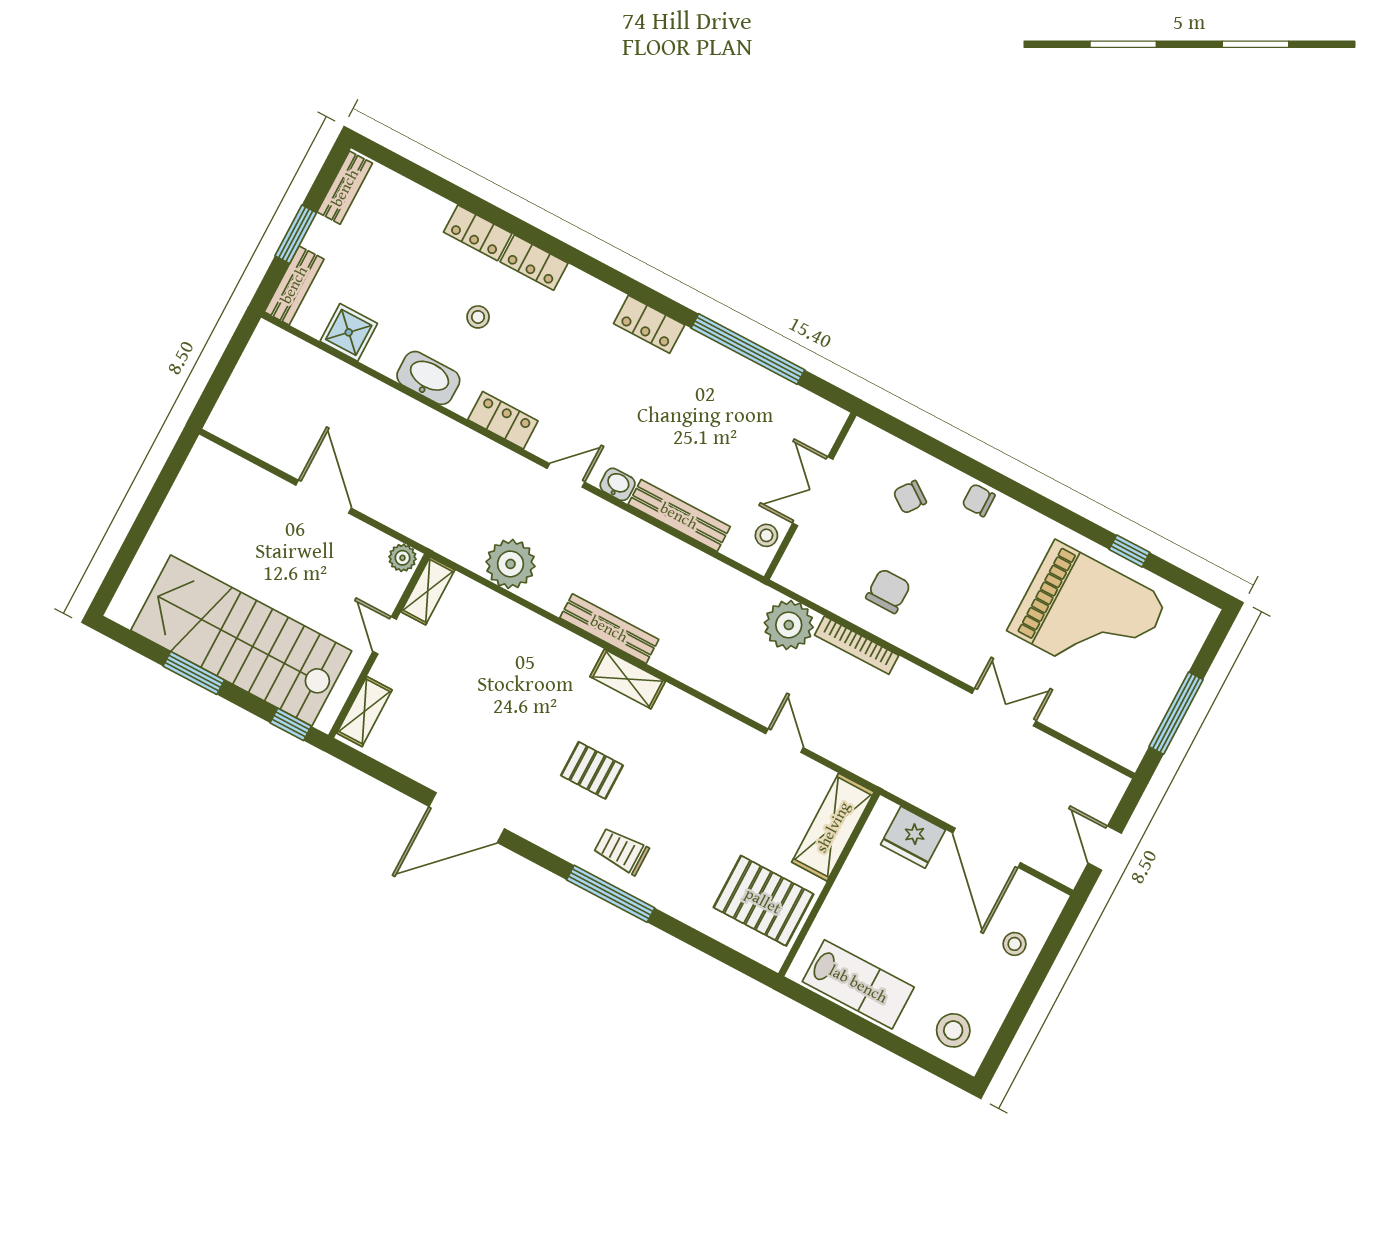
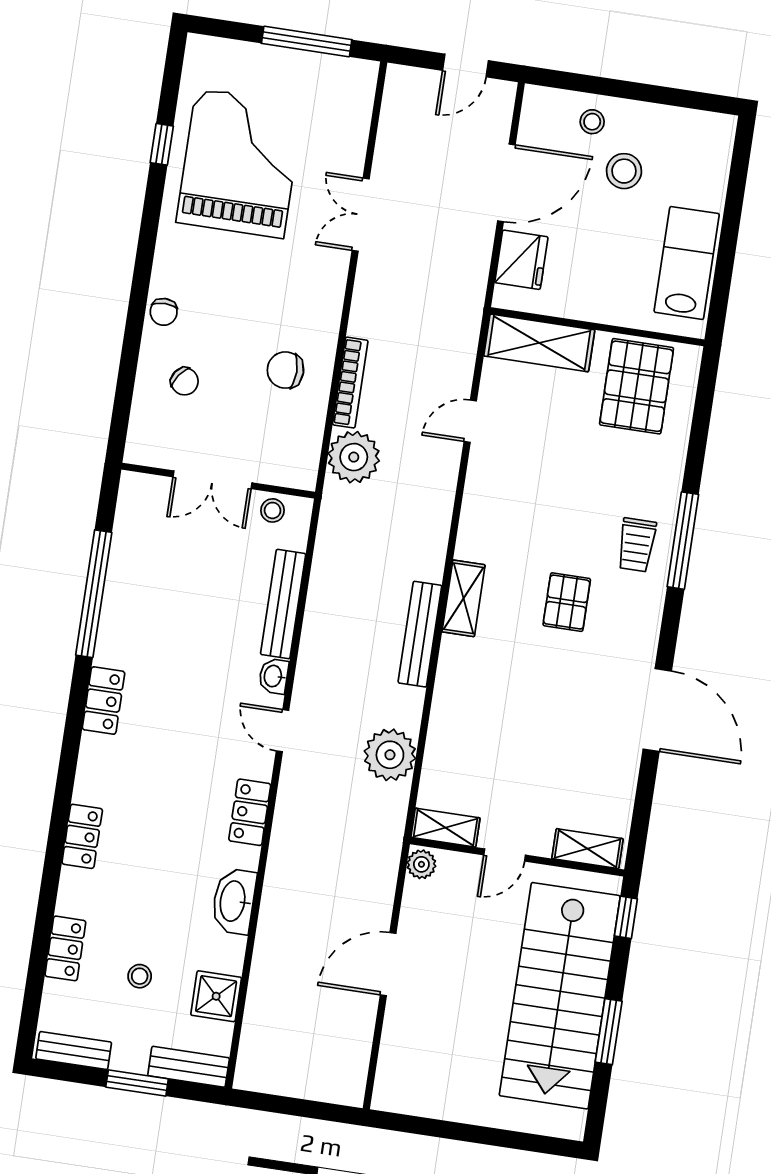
locker: (478, 233) -> (65, 948), moved
stool: (478, 317) -> (140, 976), moved
stool: (953, 1030) -> (624, 171), moved

